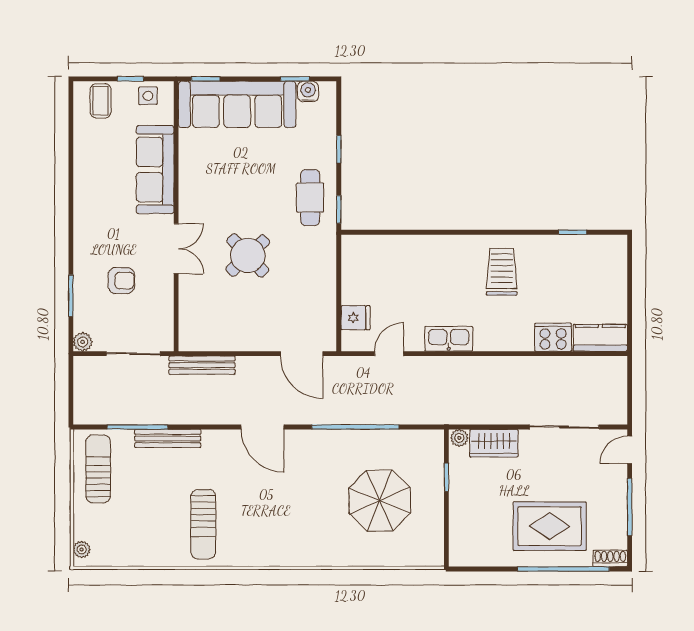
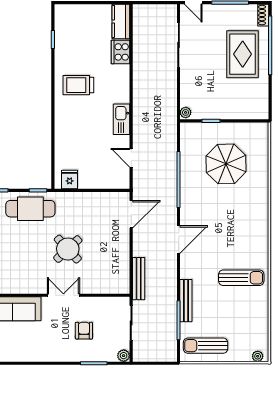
cafe table: (310, 198) -> (30, 209), width x1.37, depth x1.35
fridge: (356, 318) -> (70, 179), moved
wardrobe: (494, 443) -> (189, 90), removed

